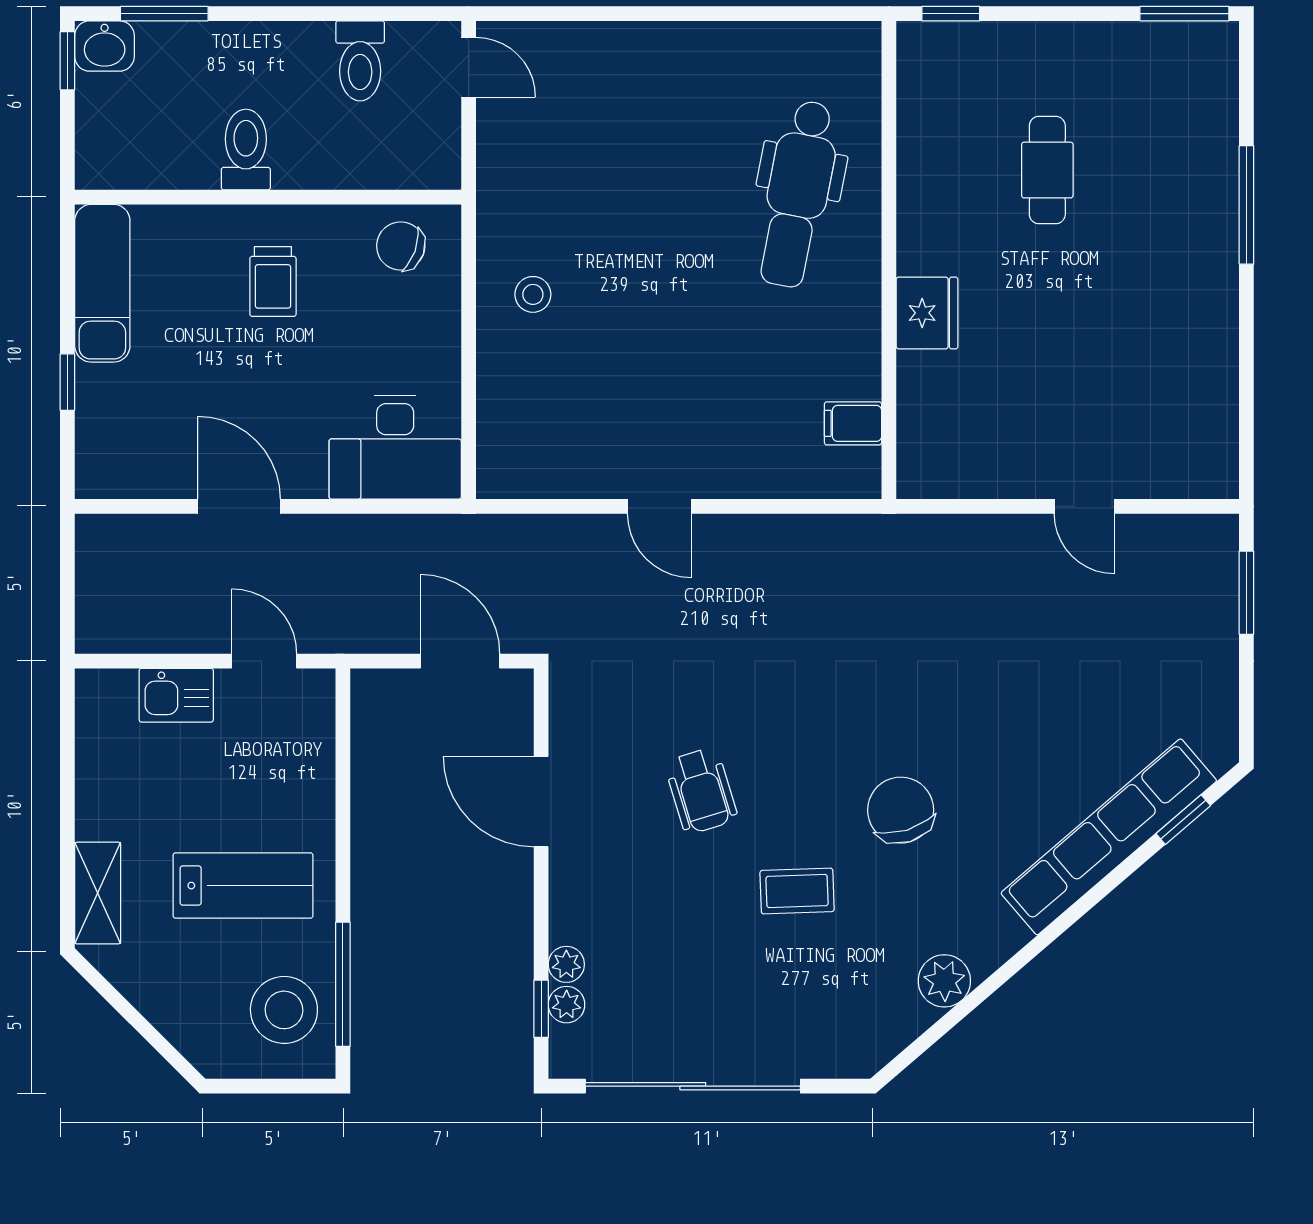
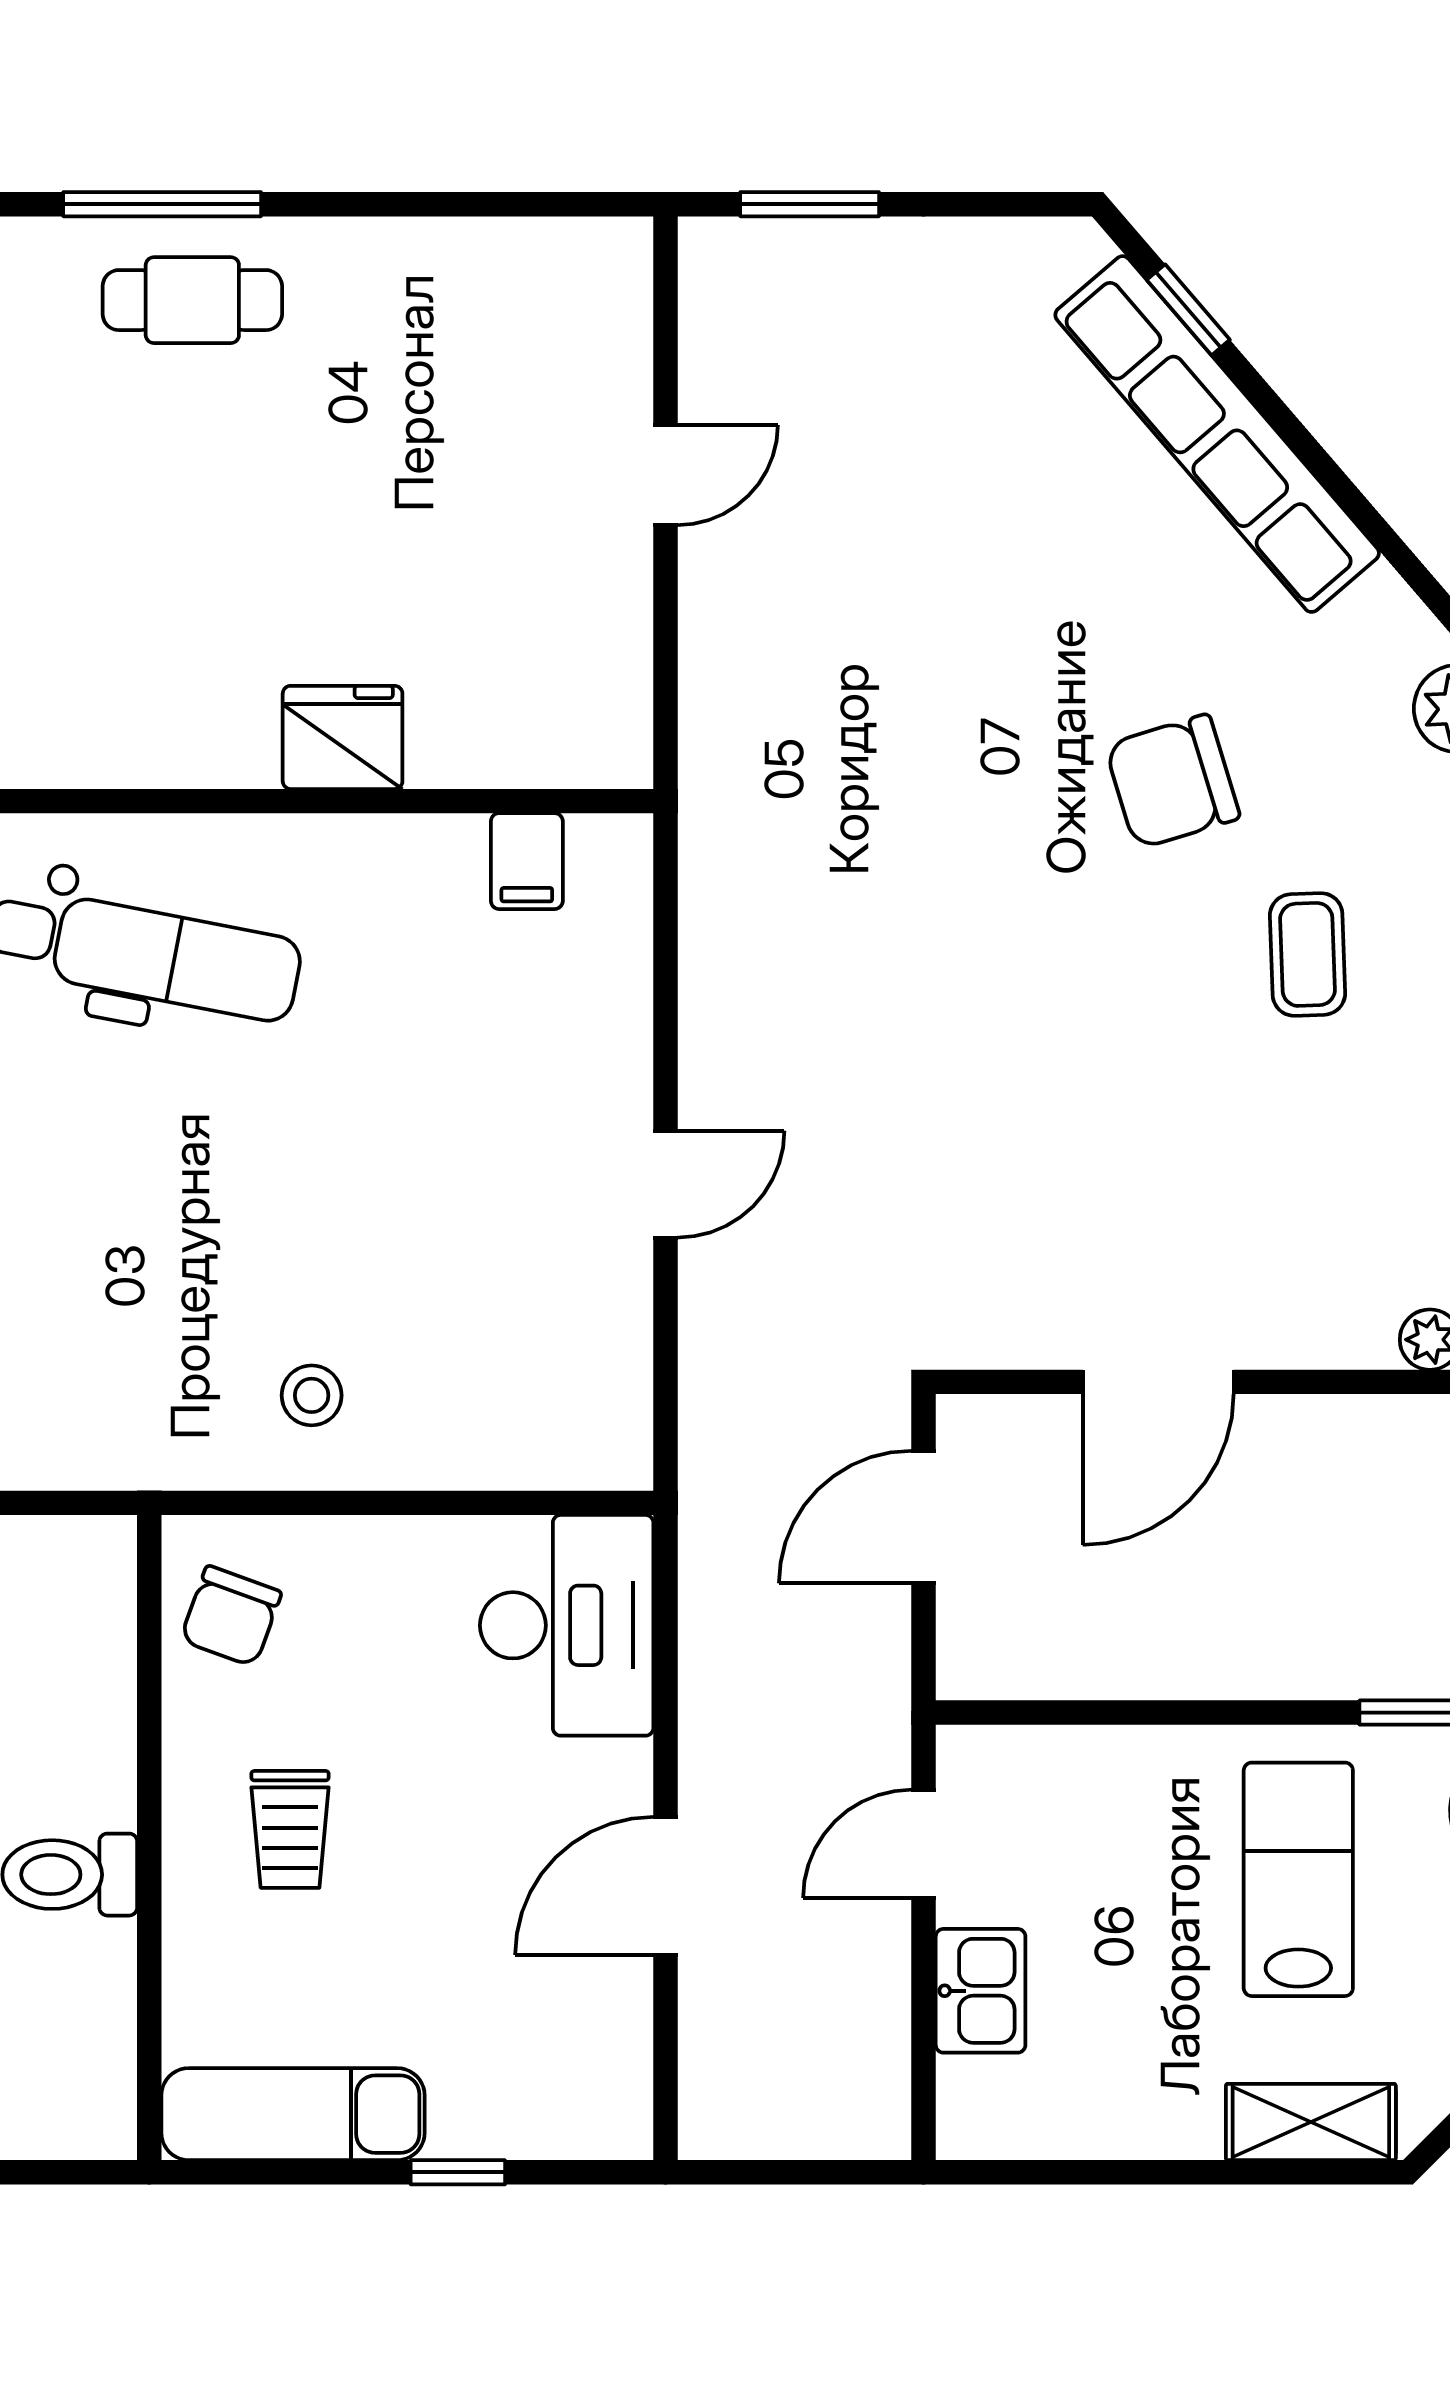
cafe table: (1047, 170) -> (192, 300), moved
trolley: (273, 282) -> (290, 1829), turned 90
wheelchair: (701, 791) -> (1140, 1115), removed

